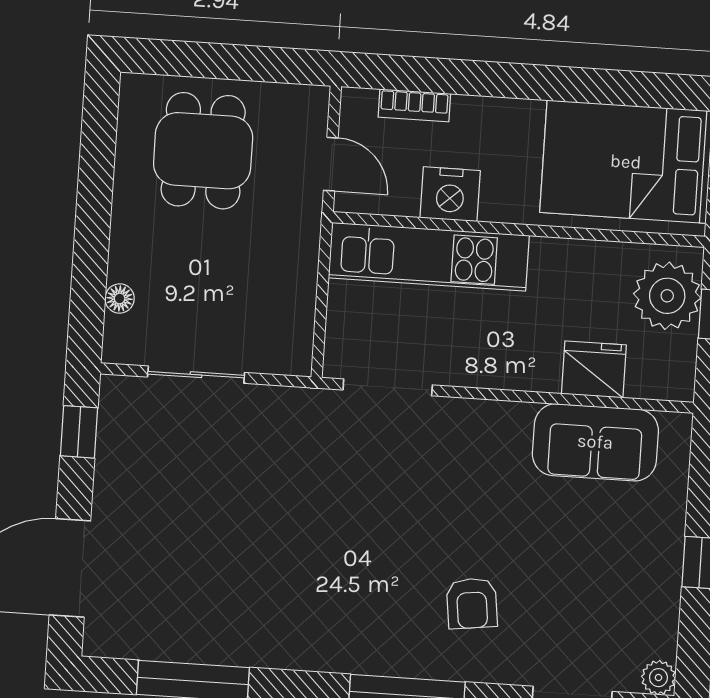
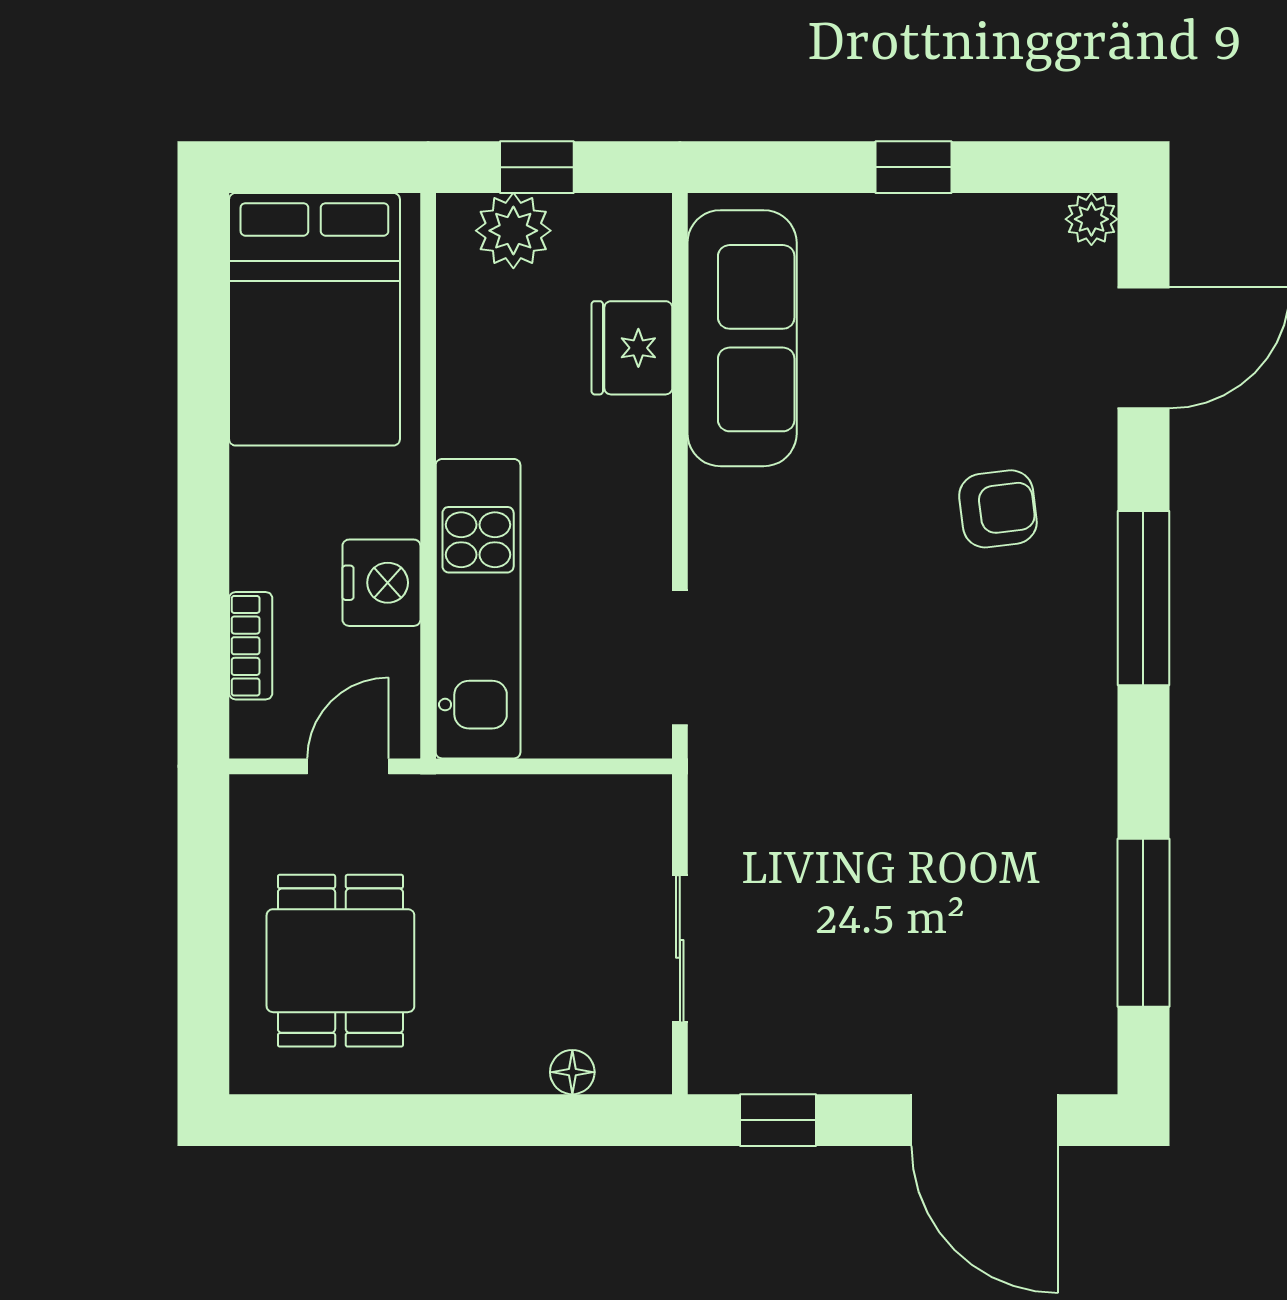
dining table: (203, 151) -> (340, 961), turned 90
plant: (667, 296) -> (513, 231), width x0.73, depth x0.73
sofa: (595, 442) -> (742, 338), width x1.36

